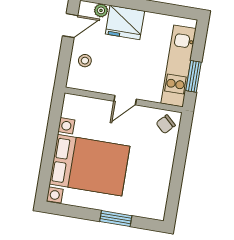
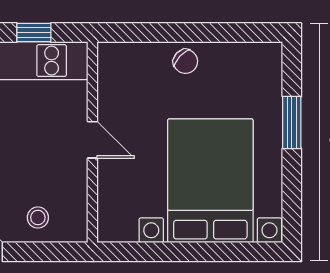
window: (194, 76) -> (34, 33), width x0.67
chair: (166, 124) -> (185, 61), moved

